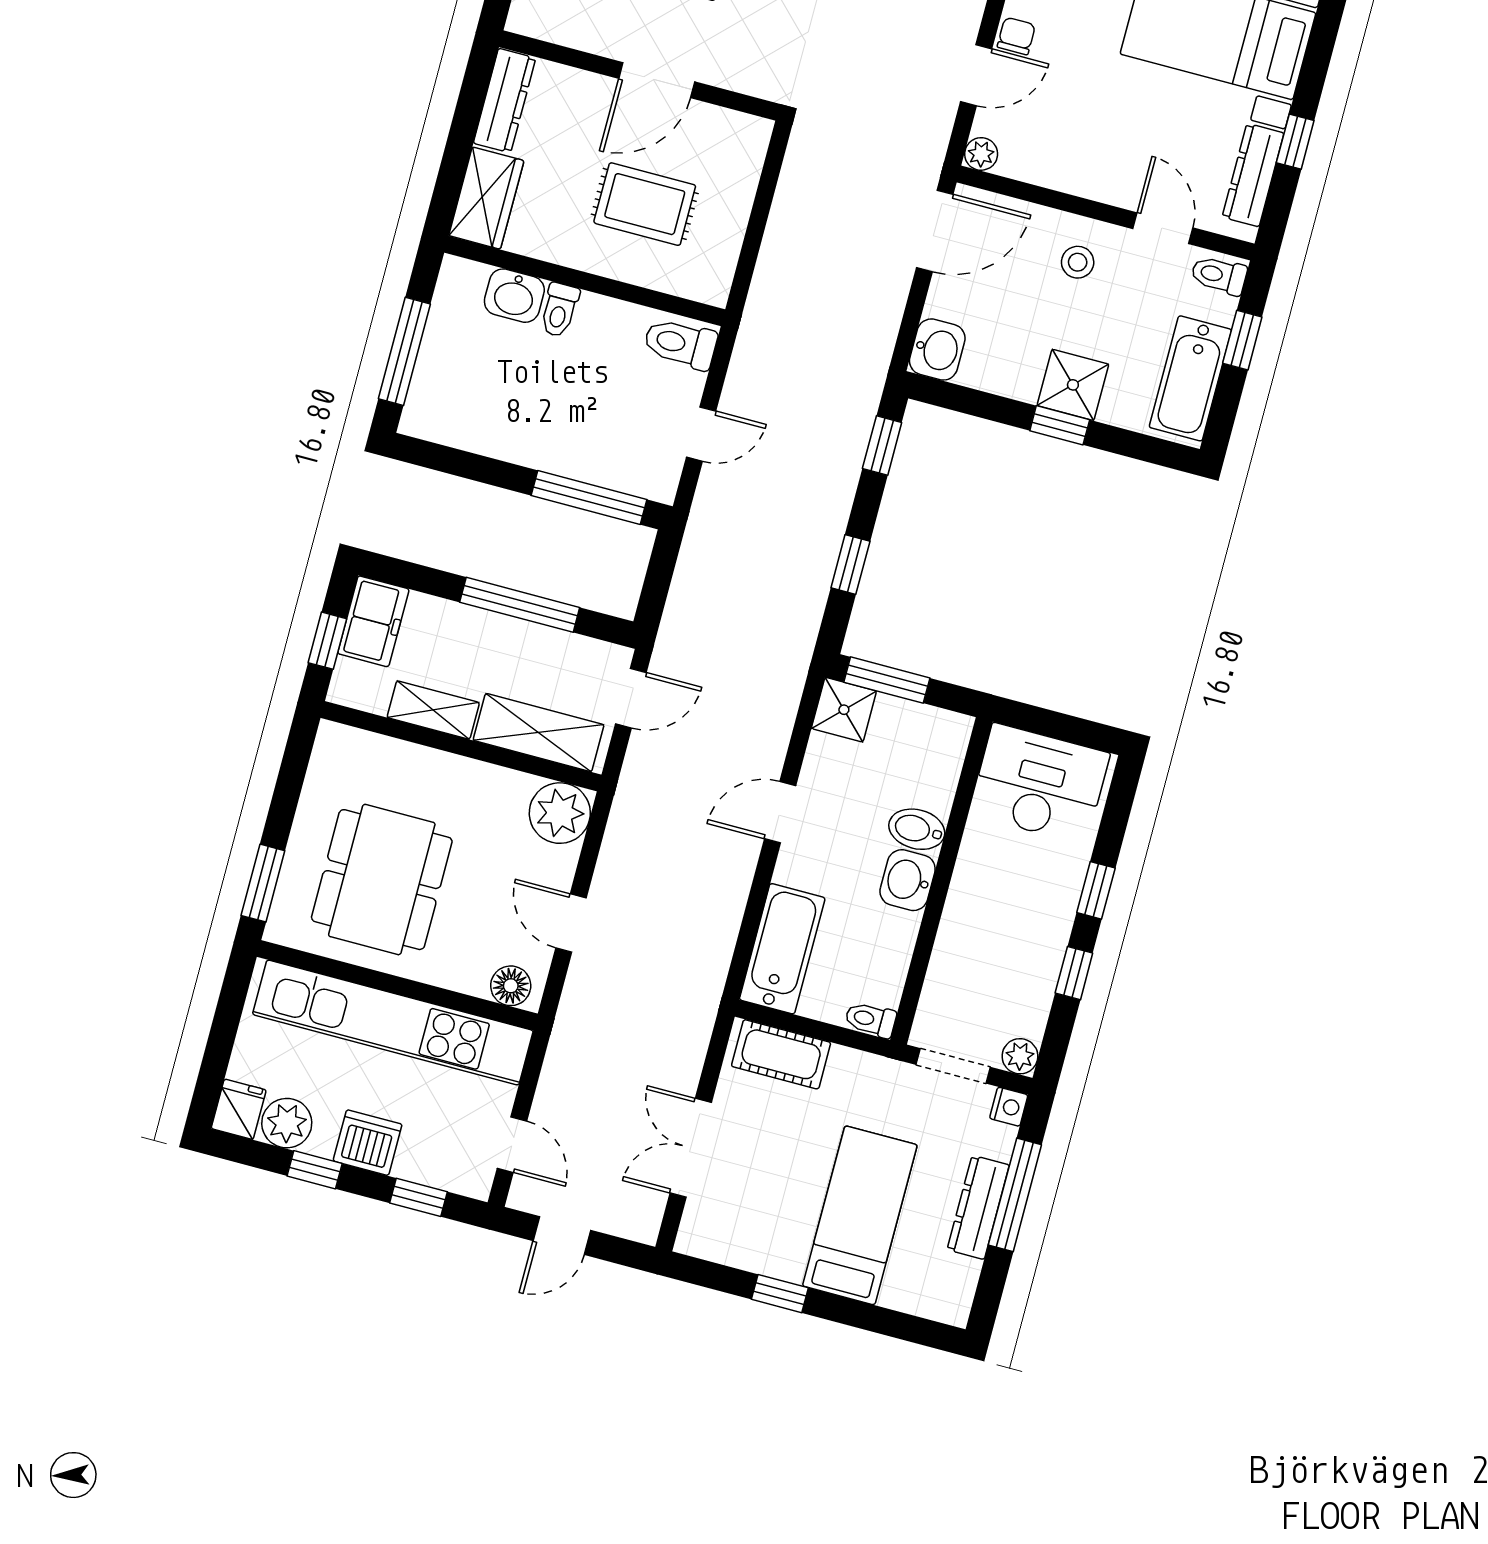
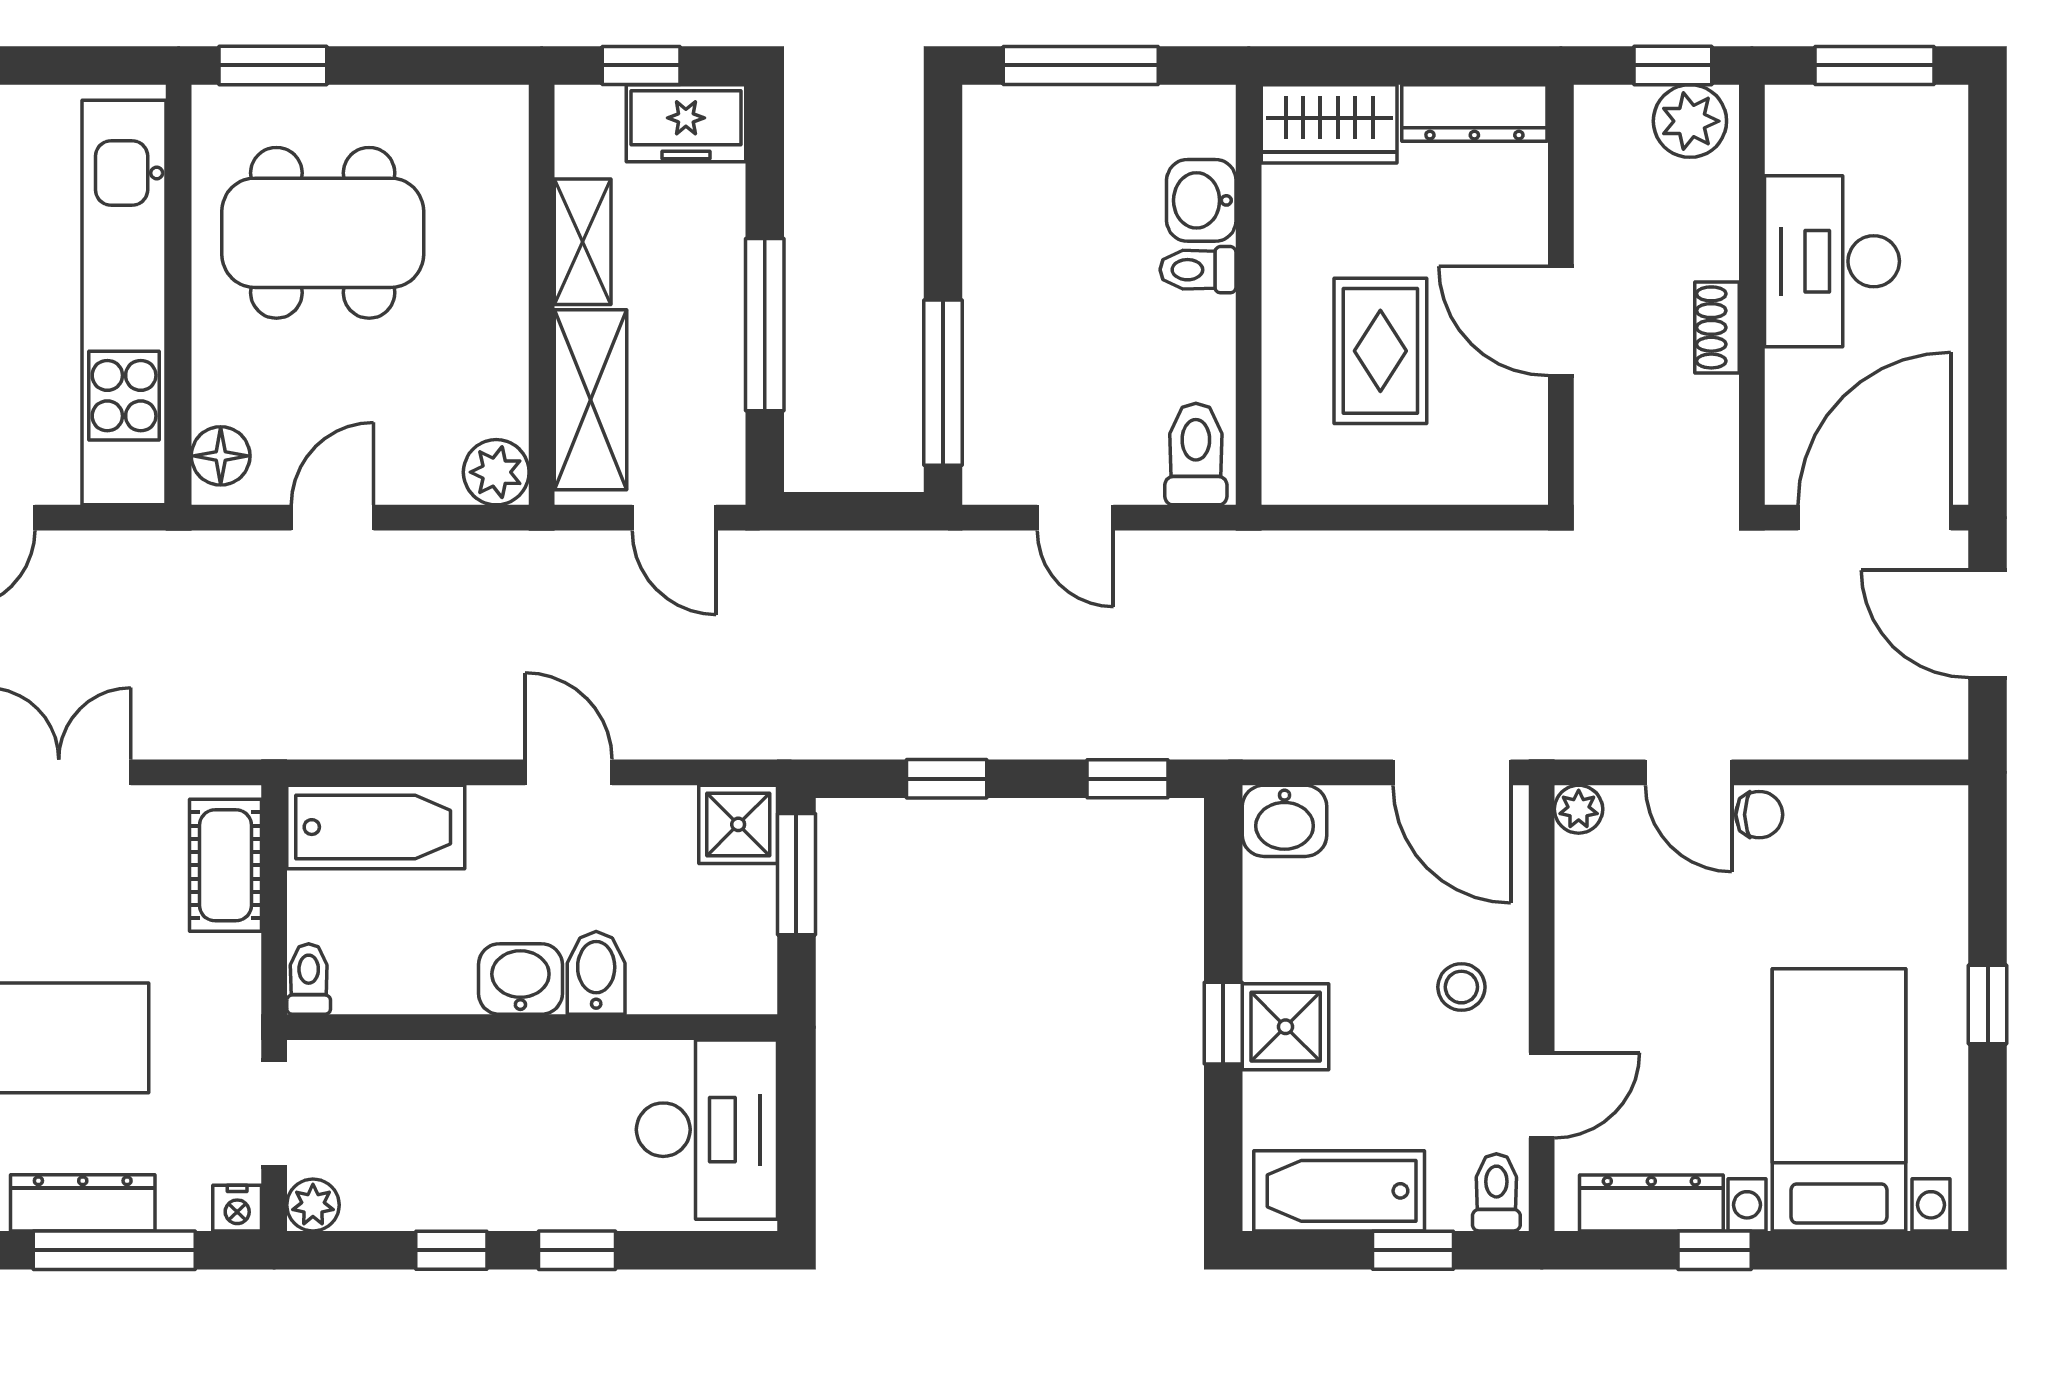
plant: (560, 813) -> (496, 472), width x0.73, depth x0.73

